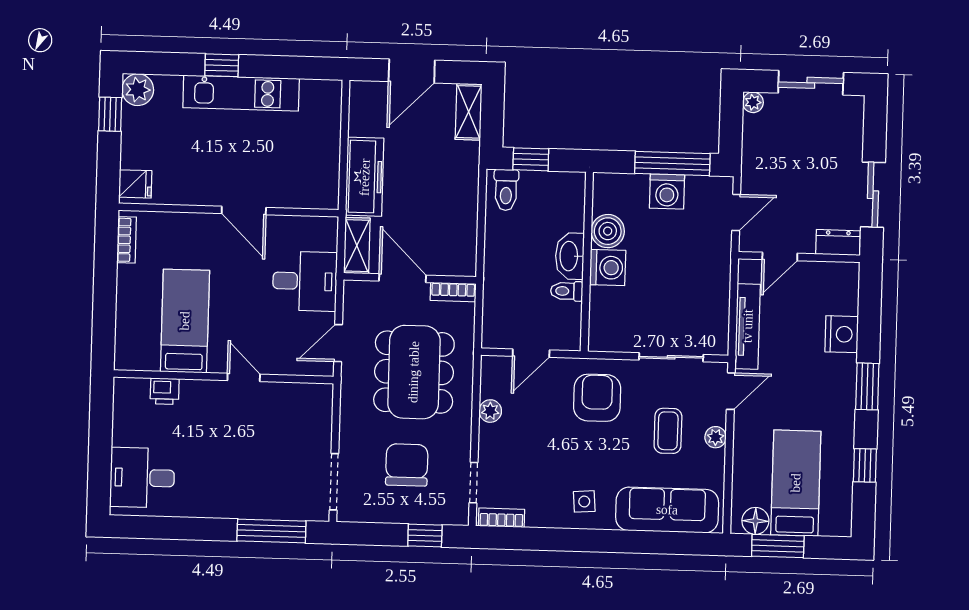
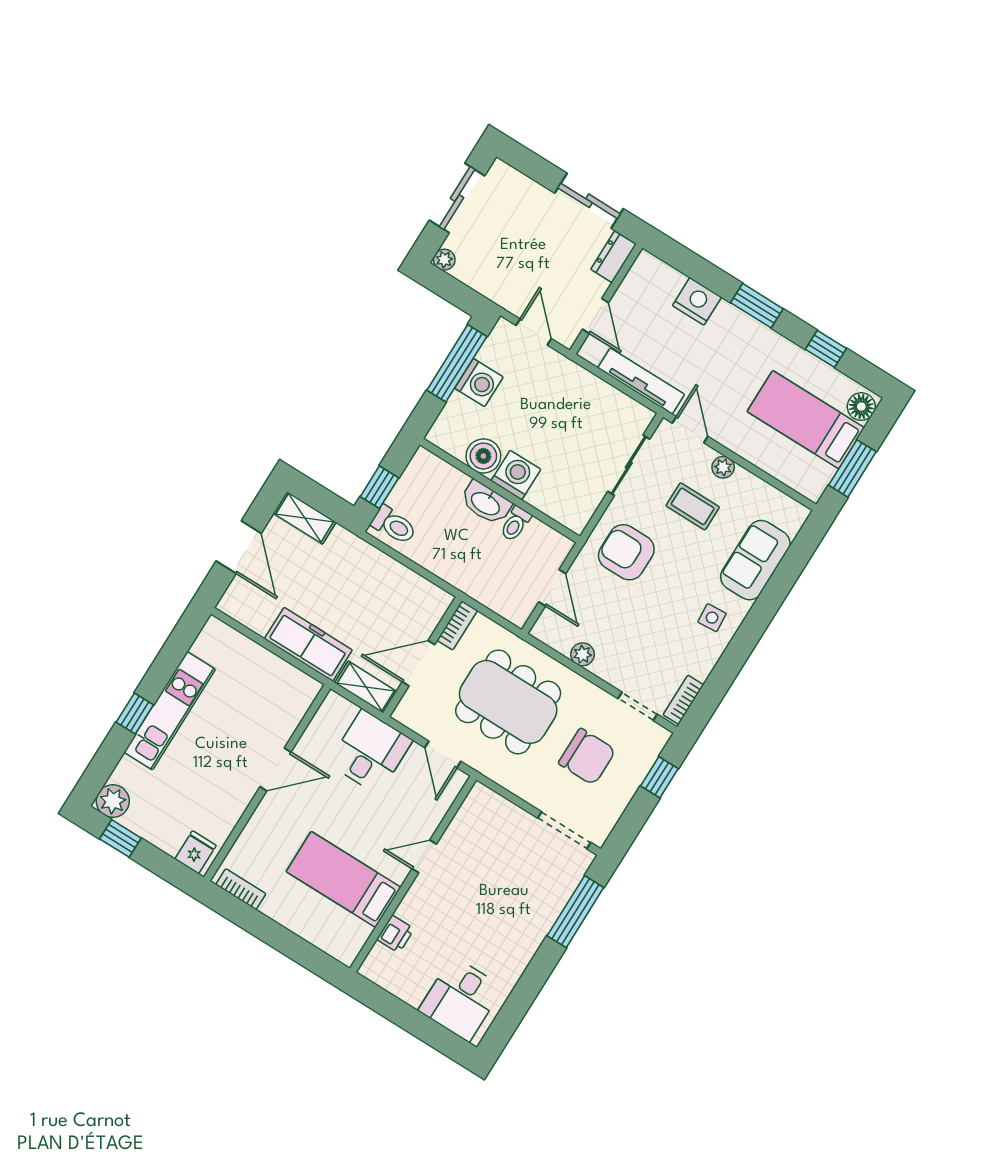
chair: (407, 465) -> (587, 757), turned 180
sofa: (667, 510) -> (755, 560), width x0.73
floor lamp: (755, 521) -> (861, 407), moved

